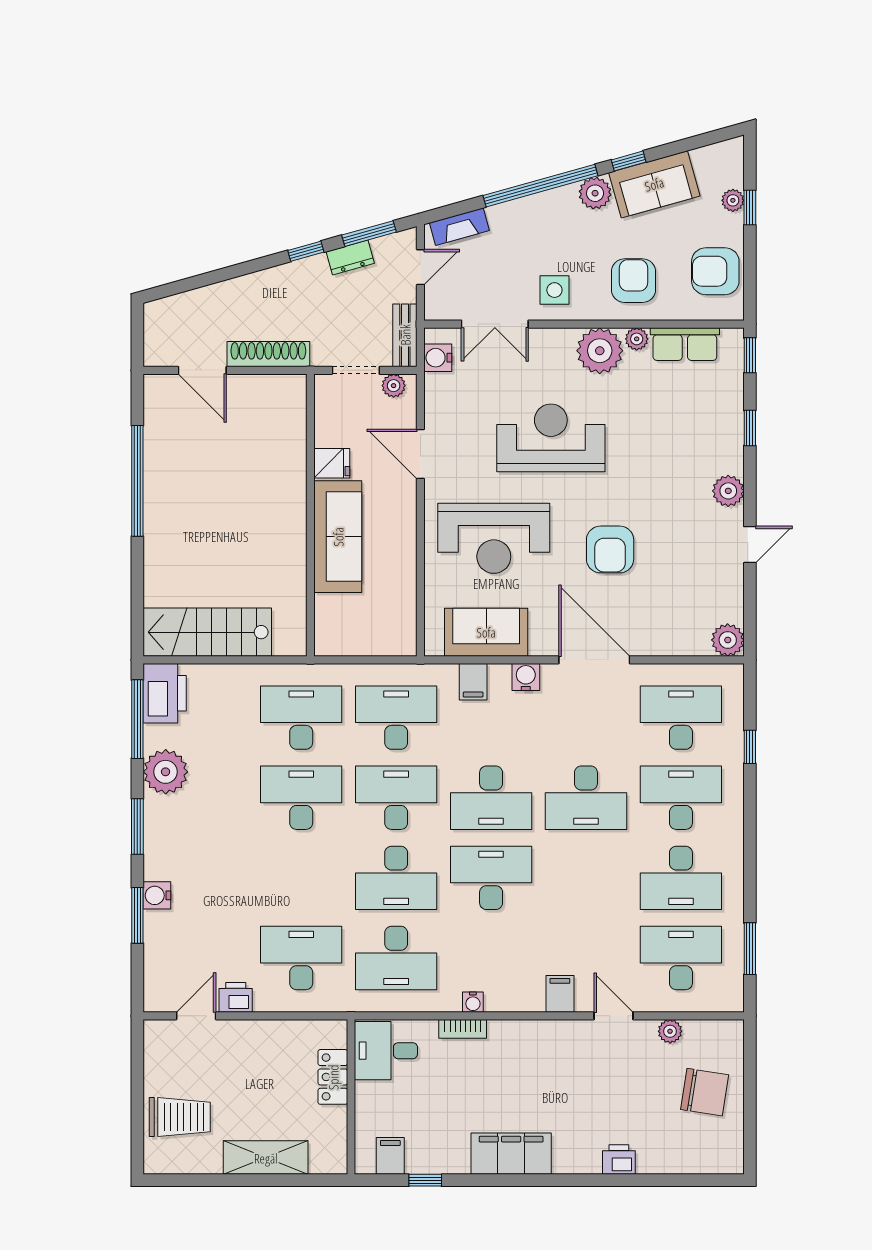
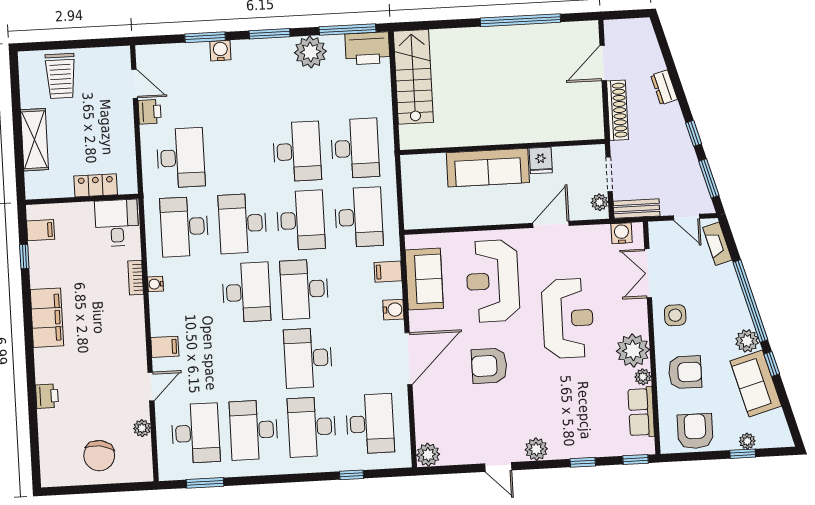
dresser: (350, 258) -> (664, 87), moved
desk: (681, 798) -> (312, 427), turned 180

